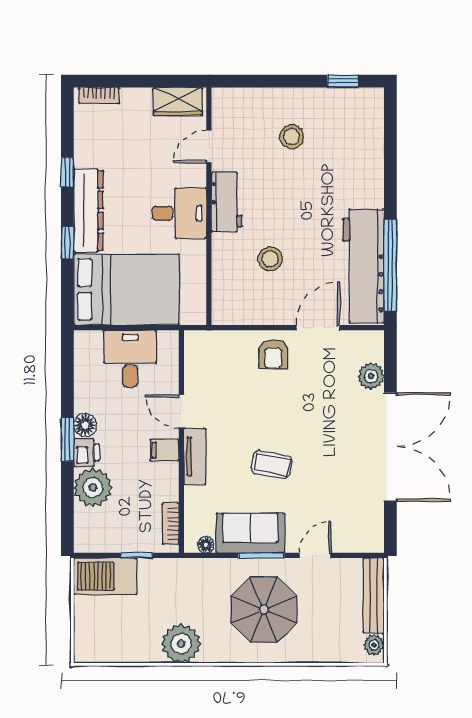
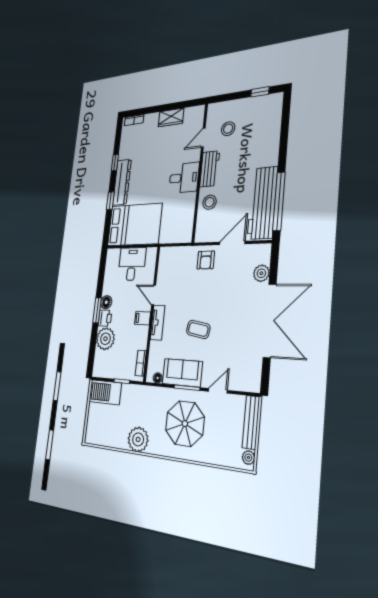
door: (209, 146) -> (203, 138), moved
workbench: (227, 202) -> (210, 169), moved
wall: (209, 206) -> (200, 172), moved
desk: (179, 213) -> (184, 178), moved

